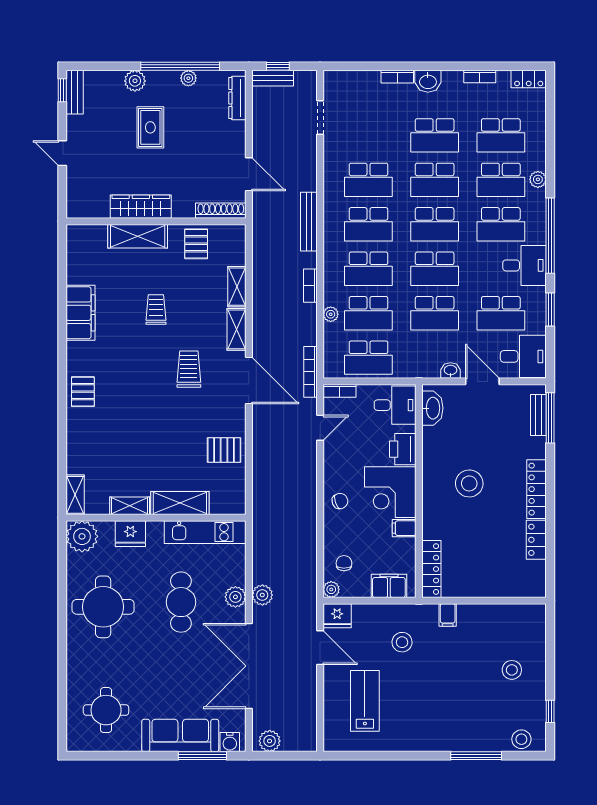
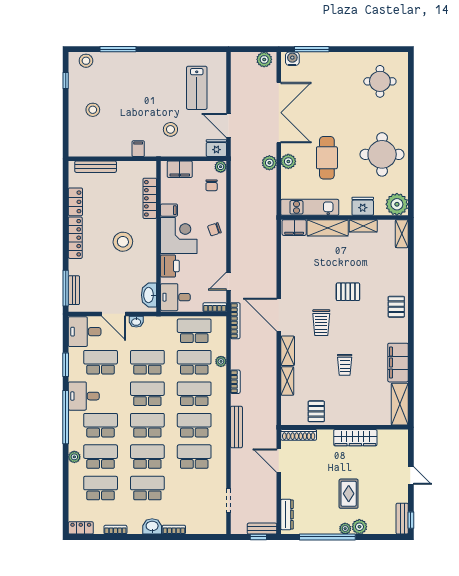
plant: (188, 78) -> (345, 529), moved
shelving: (138, 236) -> (400, 404), moved, turned 90
pallet: (224, 450) -> (348, 292), moved
filing cabinet: (227, 503) -> (294, 228), added
locker: (431, 569) -> (150, 198), moved
bench: (508, 589) -> (96, 167), added
sofa: (180, 735) -> (327, 63), removed

